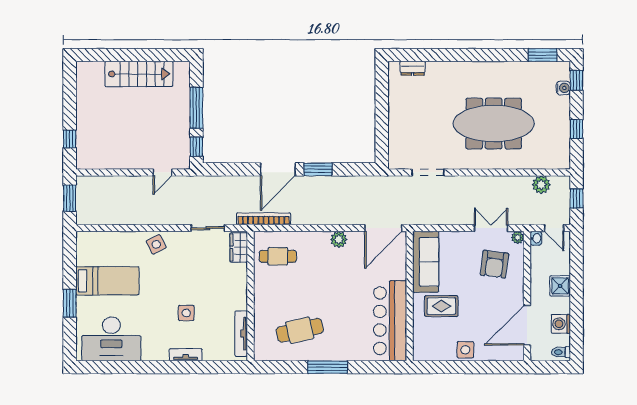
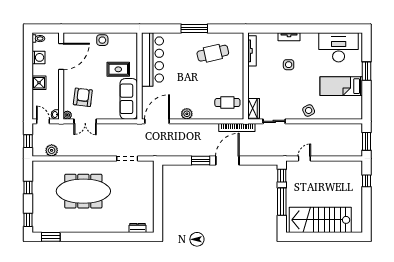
stairs: (139, 74) -> (320, 220), width x1.36, depth x1.51
water cooler: (563, 88) -> (37, 215), removed

